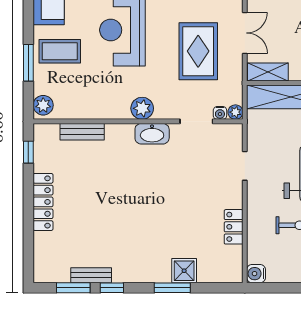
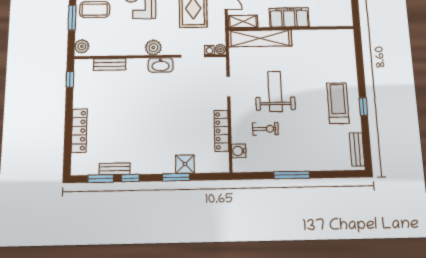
locker: (43, 202) -> (79, 131), moved
locker: (234, 227) -> (221, 131), width x1.53
water cooler: (256, 274) -> (239, 151), moved

